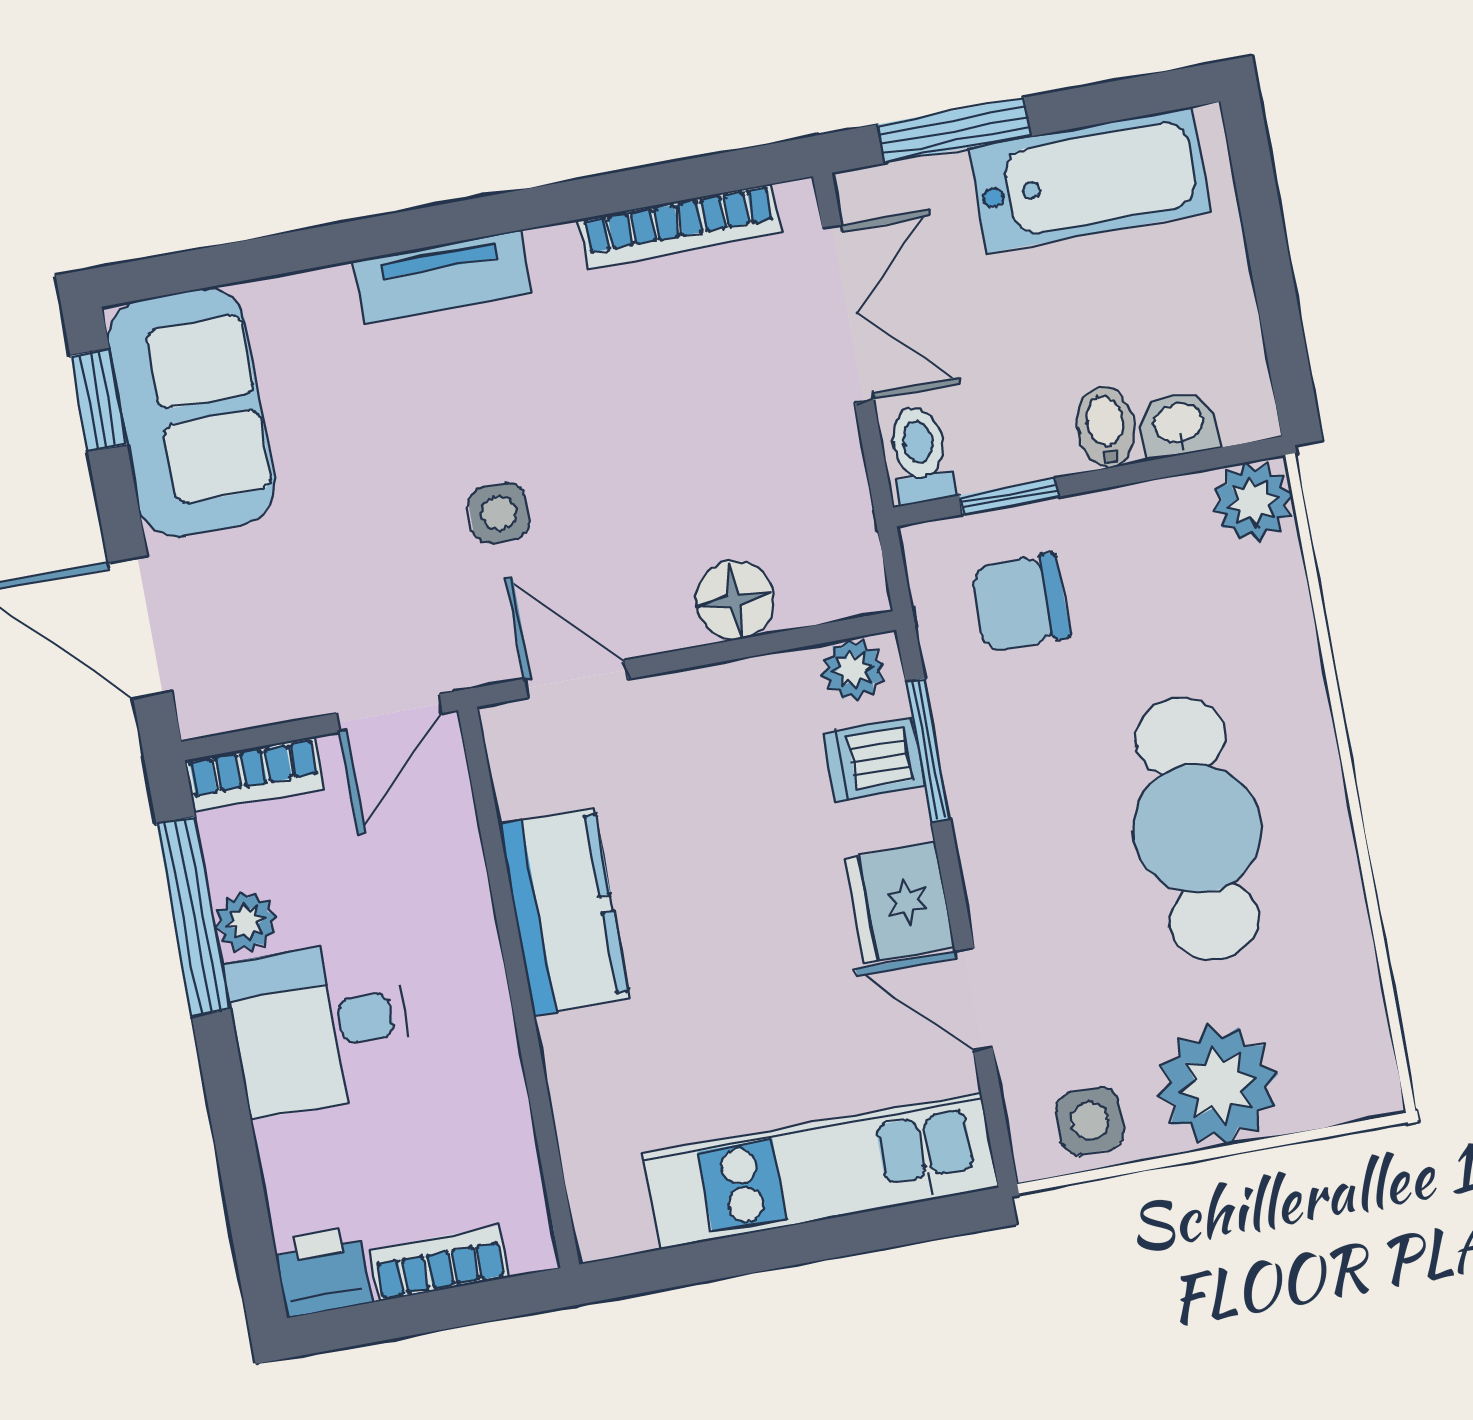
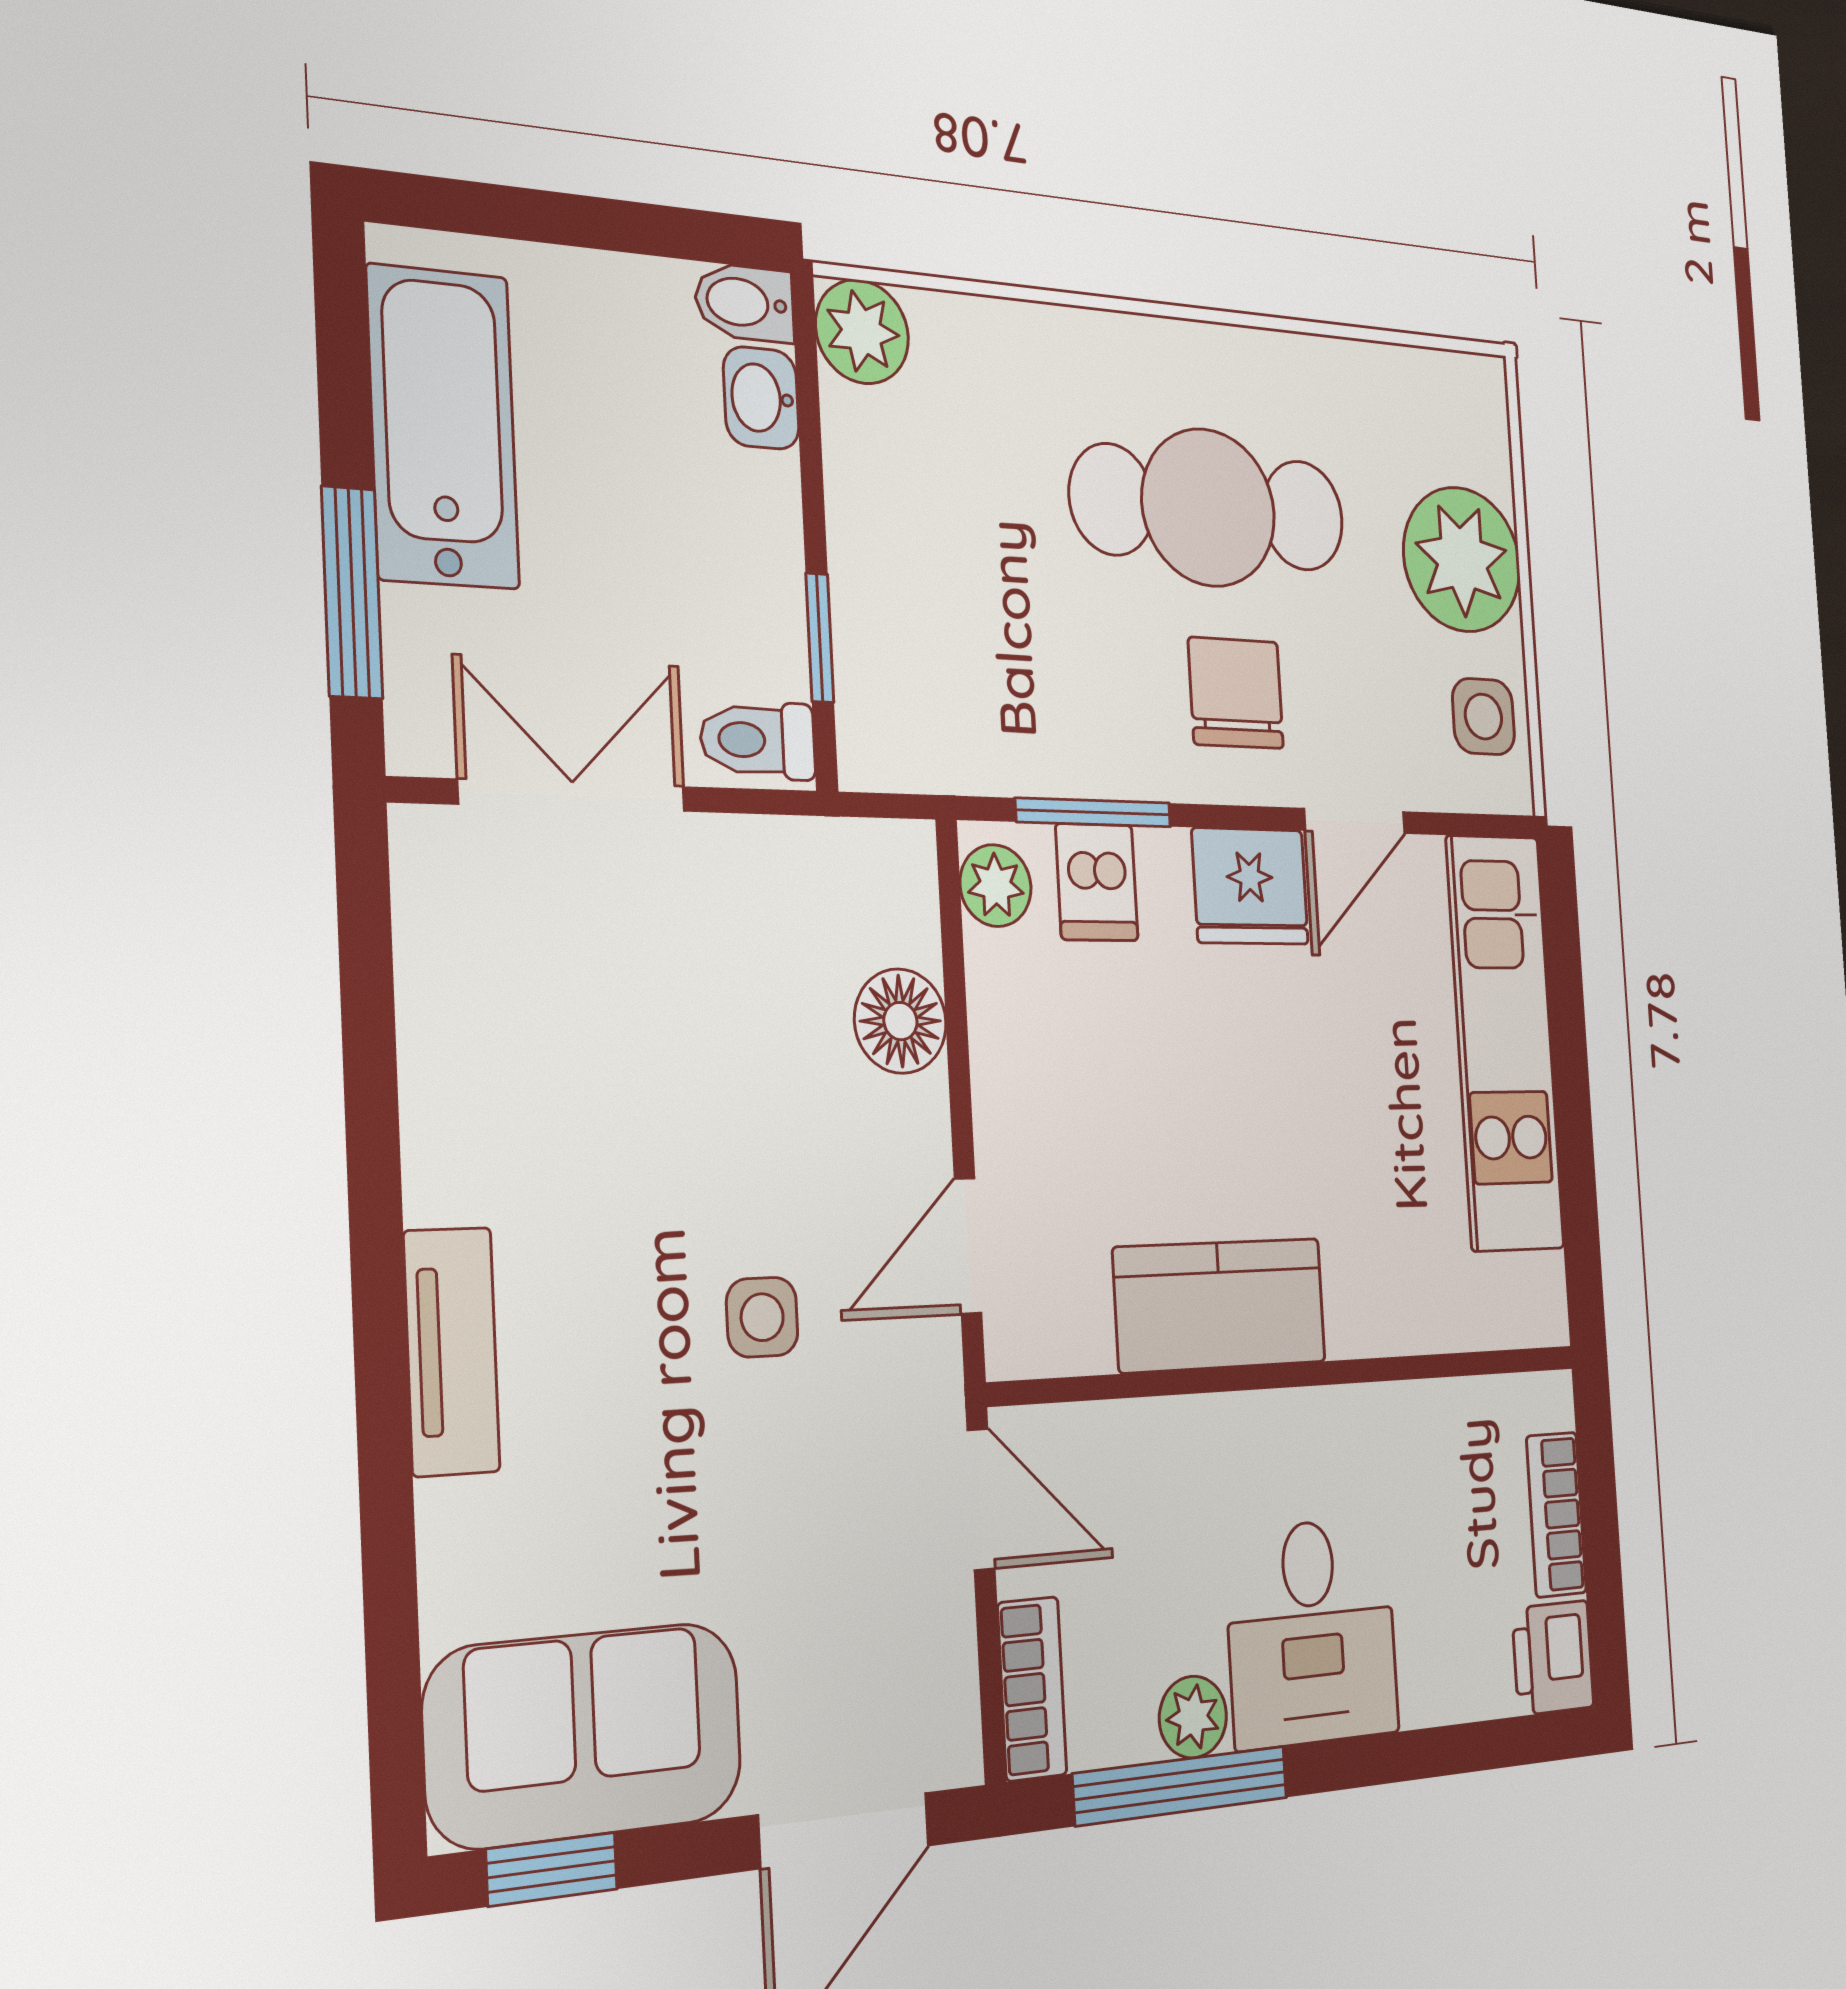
bookcase: (680, 226) -> (428, 1003), removed
bidet: (1106, 427) -> (744, 303), moved
chair: (1021, 603) -> (1236, 693), moved, turned 180

